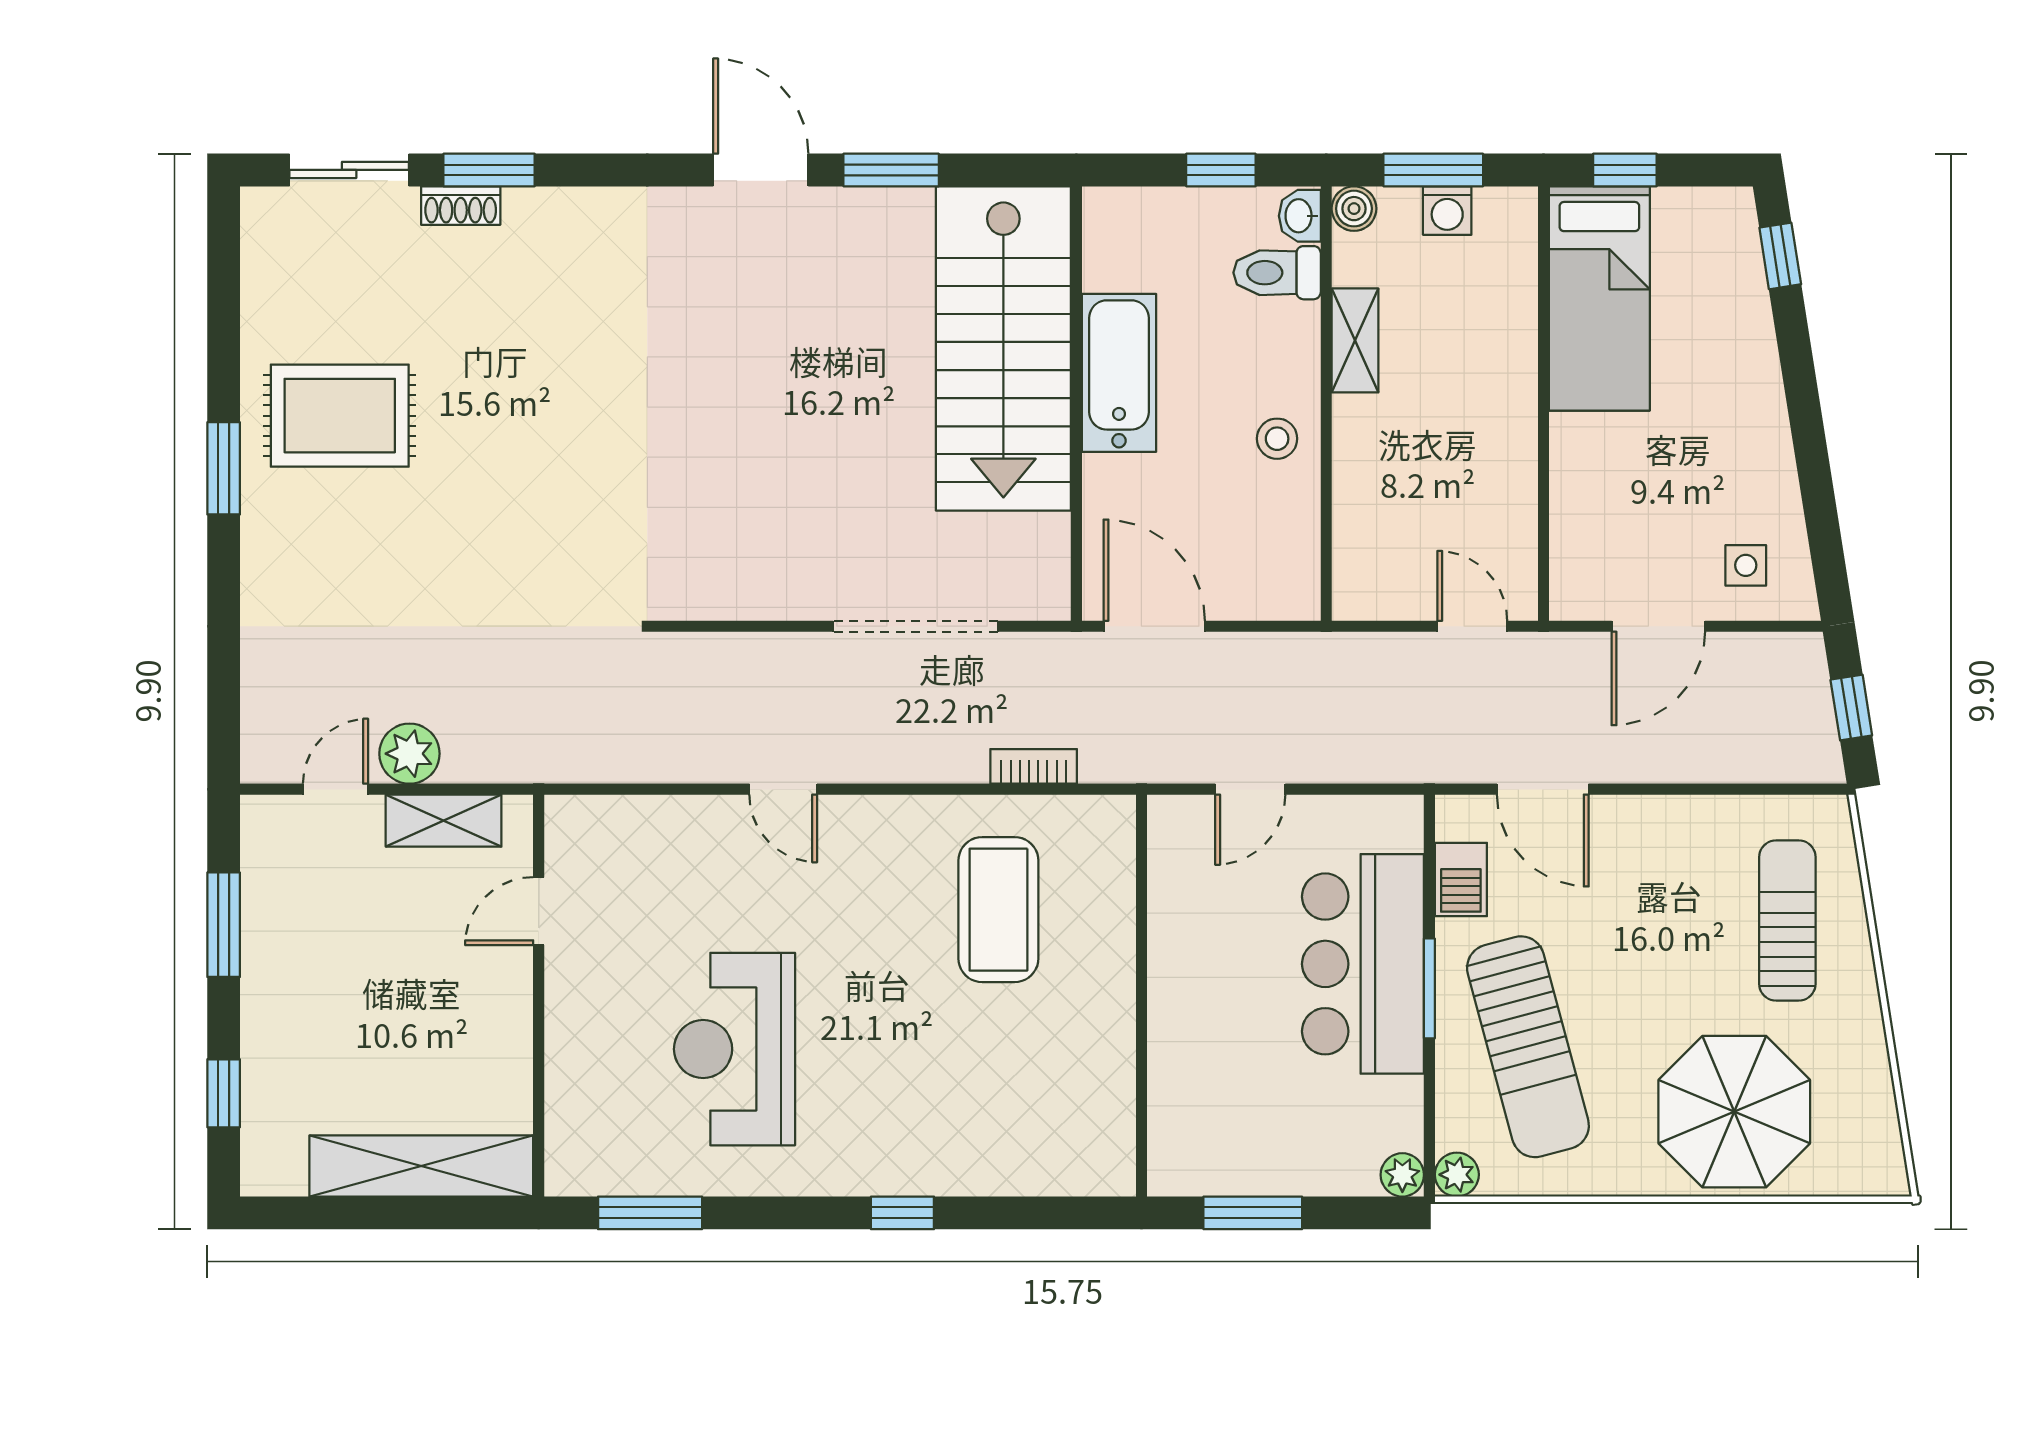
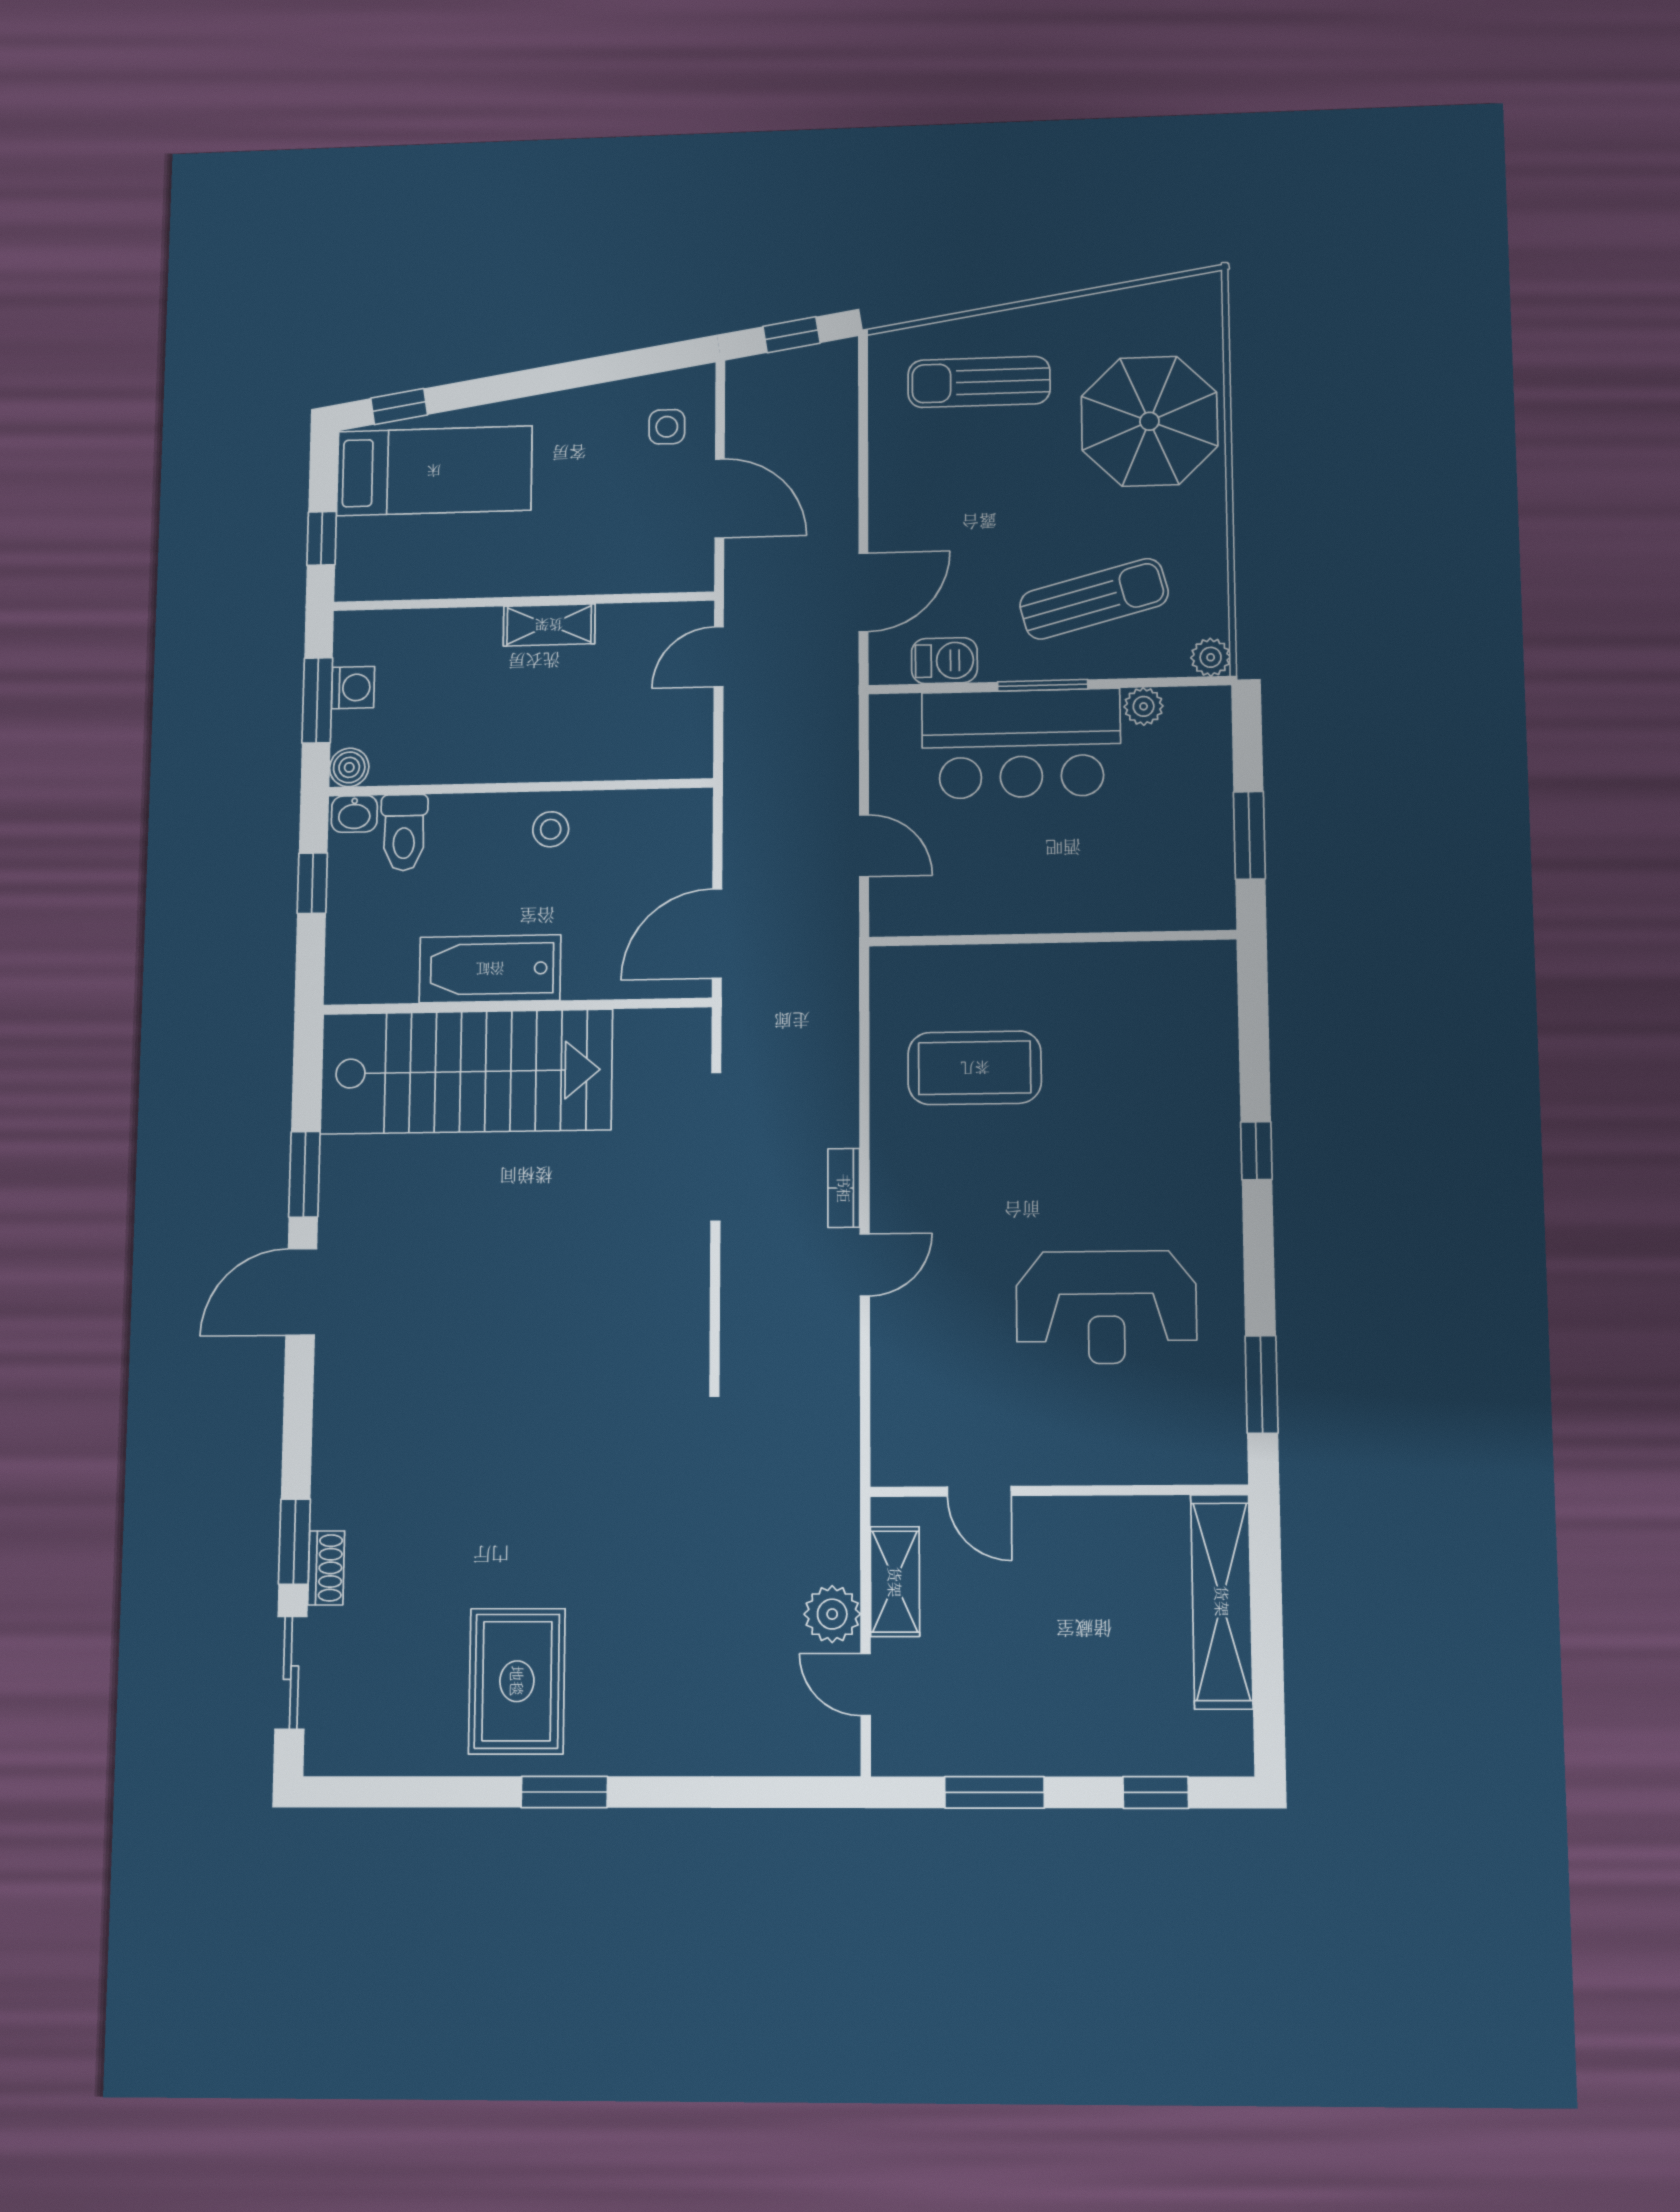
bed: (1599, 298) -> (434, 471), moved
shelving: (1355, 340) -> (549, 625), moved
bookcase: (1034, 766) -> (844, 1188), moved
sun lounger: (1528, 1047) -> (1094, 599), width x0.73, depth x0.75
plant: (1402, 1175) -> (1144, 706), moved

